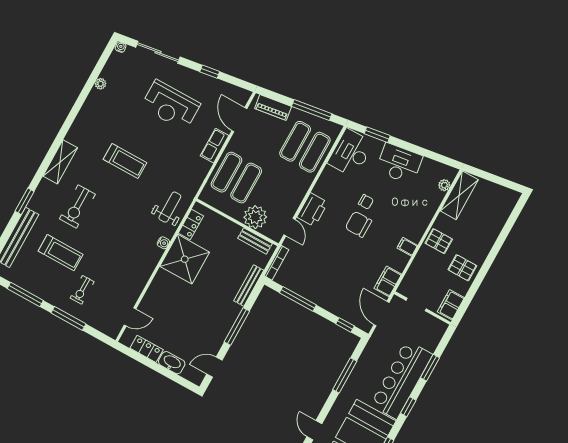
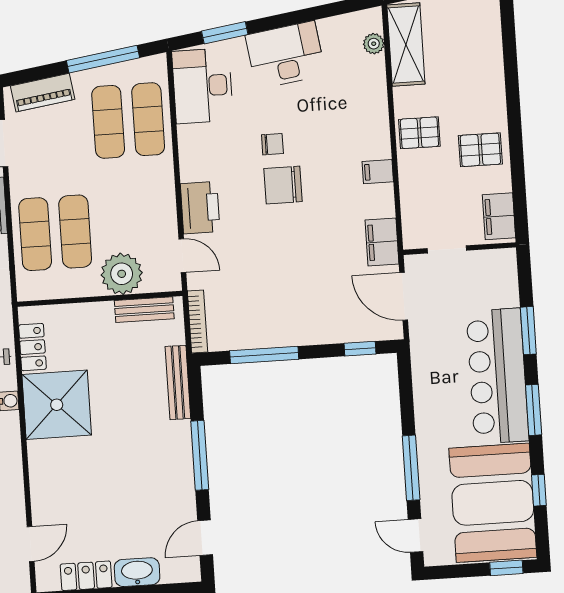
window: (345, 375) -> (411, 468), moved
window: (408, 407) -> (534, 410), width x1.50

